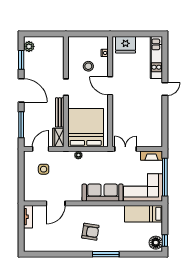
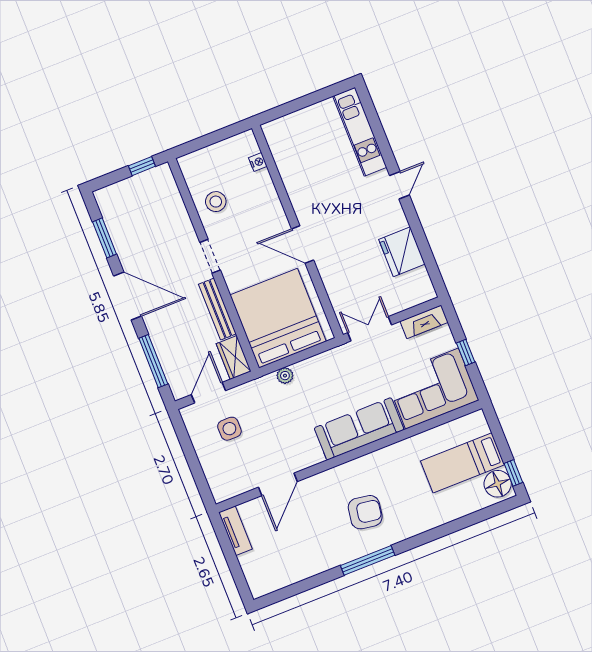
window: (51, 34) -> (142, 166), added
fridge: (126, 45) -> (402, 252), moved, turned 90
plant: (29, 46) -> (109, 207), removed
stool: (88, 66) -> (216, 202), moved
door: (110, 86) -> (303, 244), moved
window: (165, 177) -> (466, 352), width x0.32
bed: (144, 214) -> (462, 463), moved
window: (106, 254) -> (368, 560), moved

